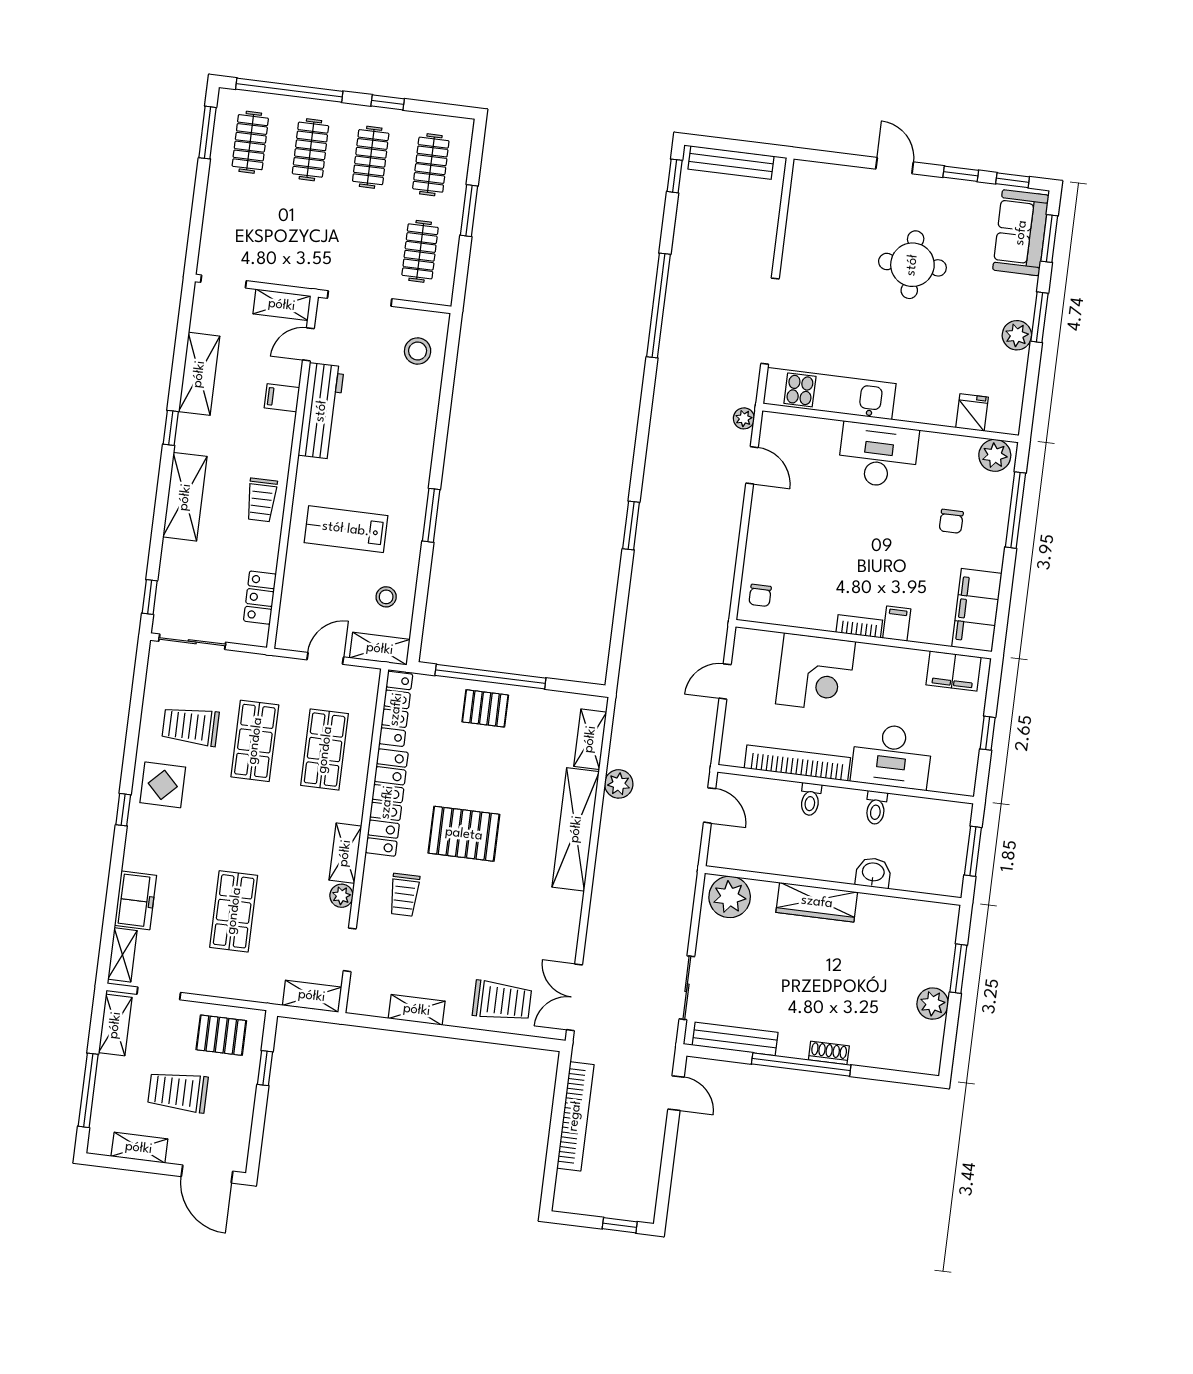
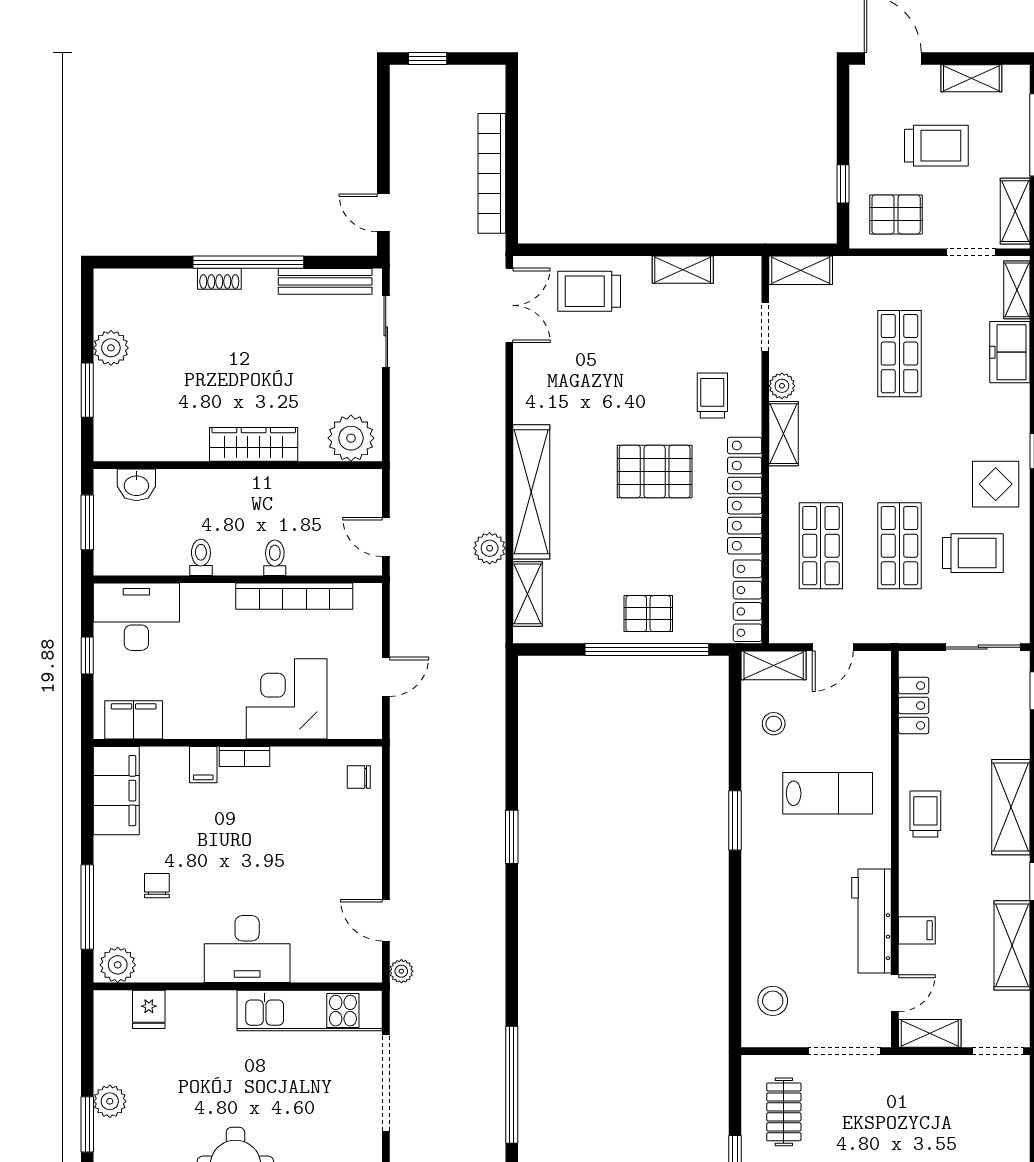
chair: (760, 595) -> (359, 777), turned -90
desk: (892, 756) -> (136, 617), moved
washbasin: (873, 873) -> (136, 485), moved

